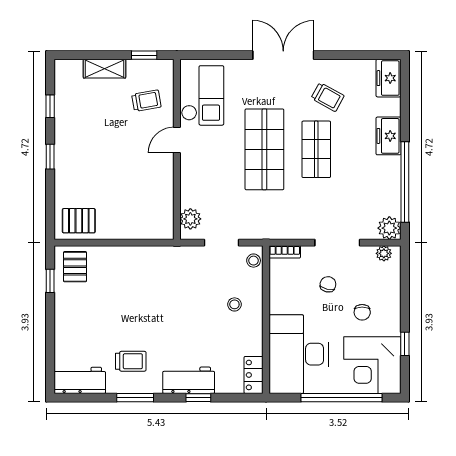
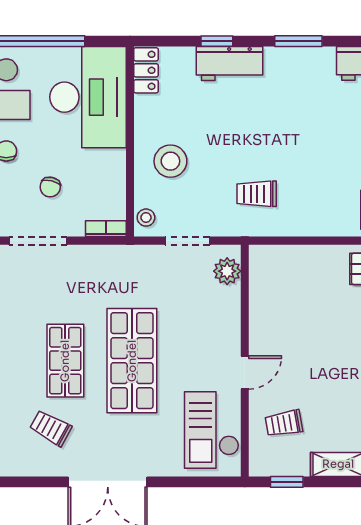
stool: (234, 304) -> (170, 161), width x1.89, depth x1.89
trolley: (131, 361) -> (257, 194), moved

